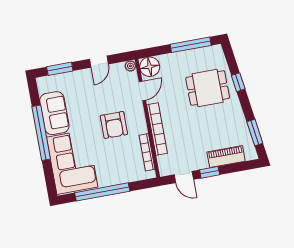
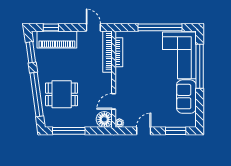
window: (238, 82) -> (37, 94), width x3.17
armchair: (114, 125) -> (141, 79), removed
bookcase: (157, 129) -> (107, 52), moved
window: (41, 133) -> (200, 66), moved
piano: (226, 157) -> (57, 39), width x1.37, depth x1.33
window: (210, 172) -> (51, 27), moved

